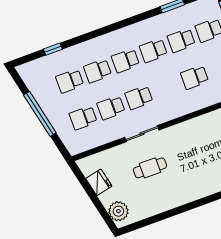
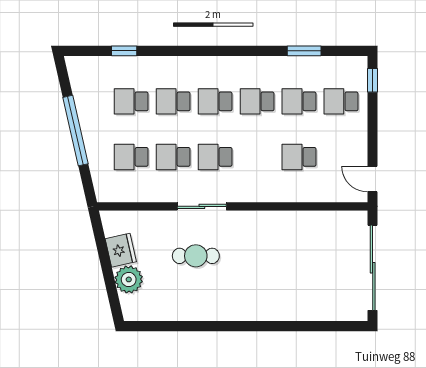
plant: (118, 211) -> (129, 279), moved

